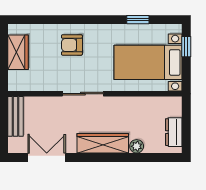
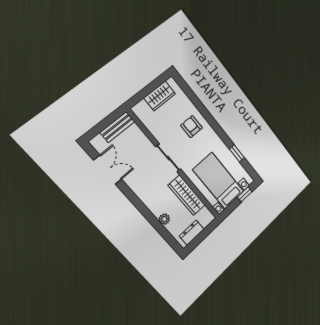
wardrobe: (103, 143) -> (187, 195), moved, turned 180

